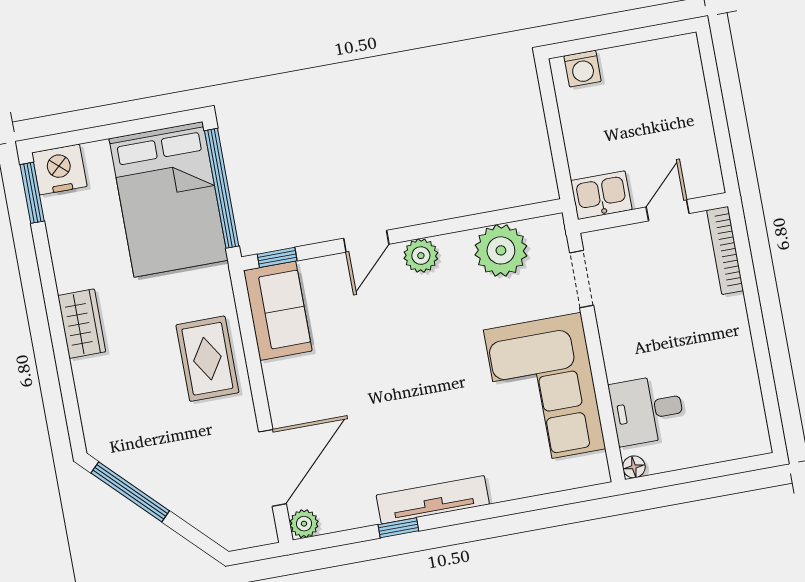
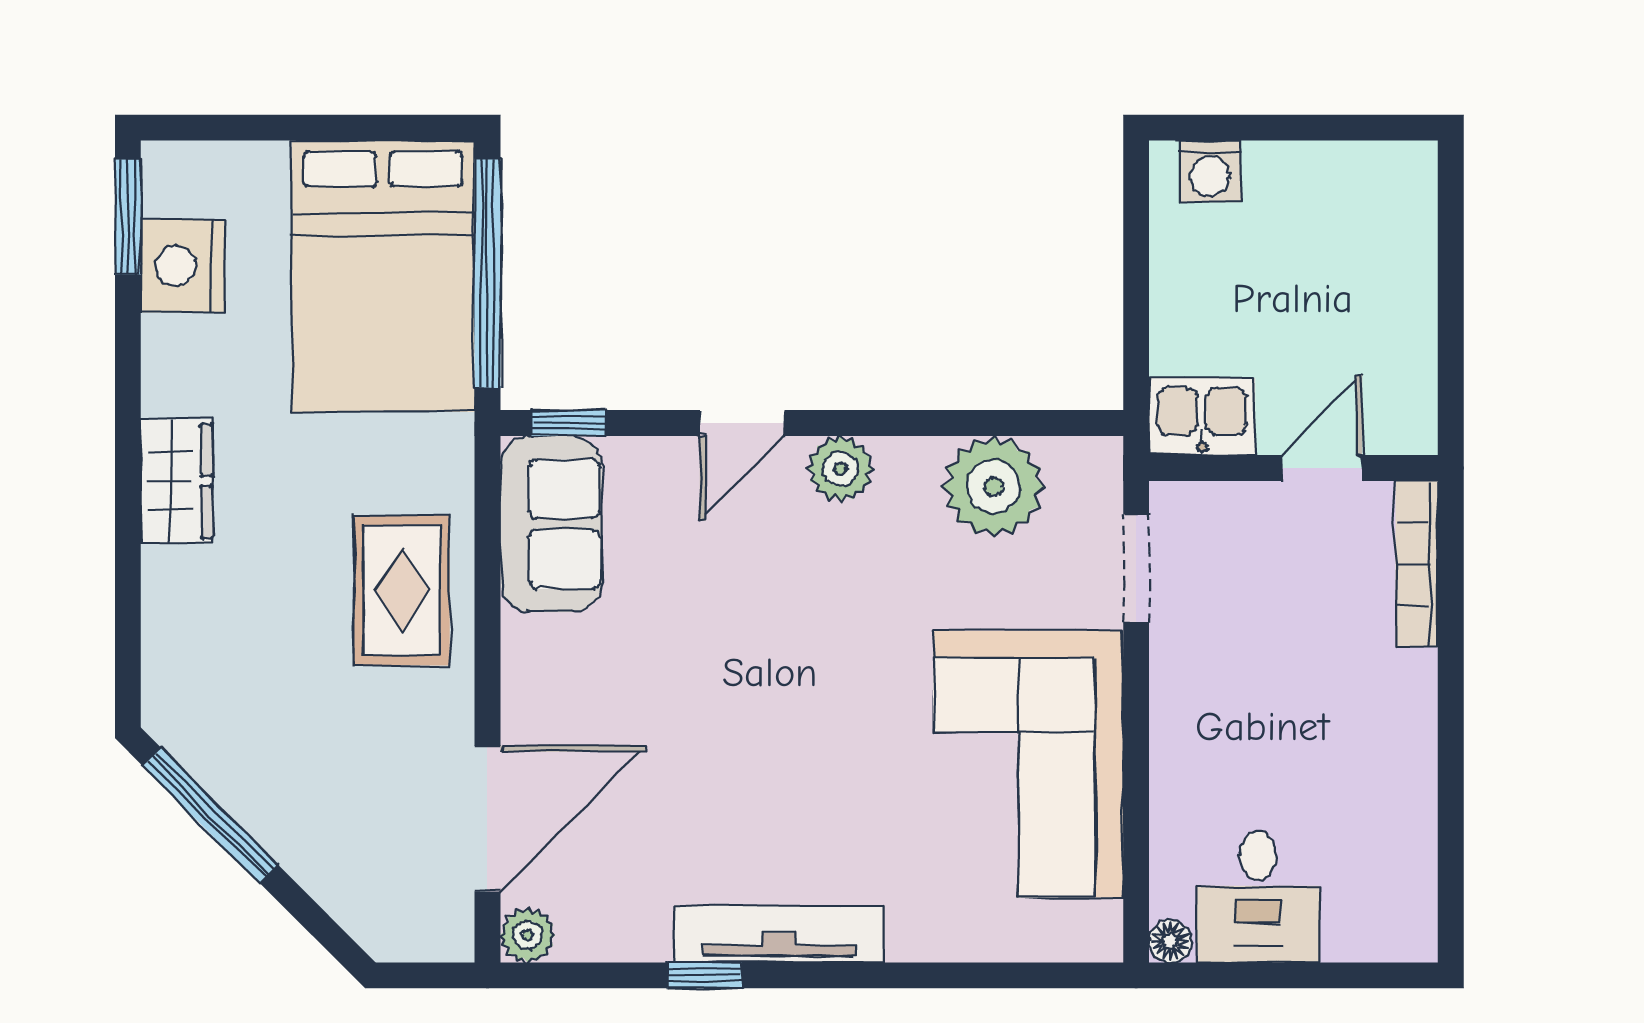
nightstand: (59, 170) -> (182, 266), moved, turned -90
desk: (647, 410) -> (1258, 897), moved, turned -90

